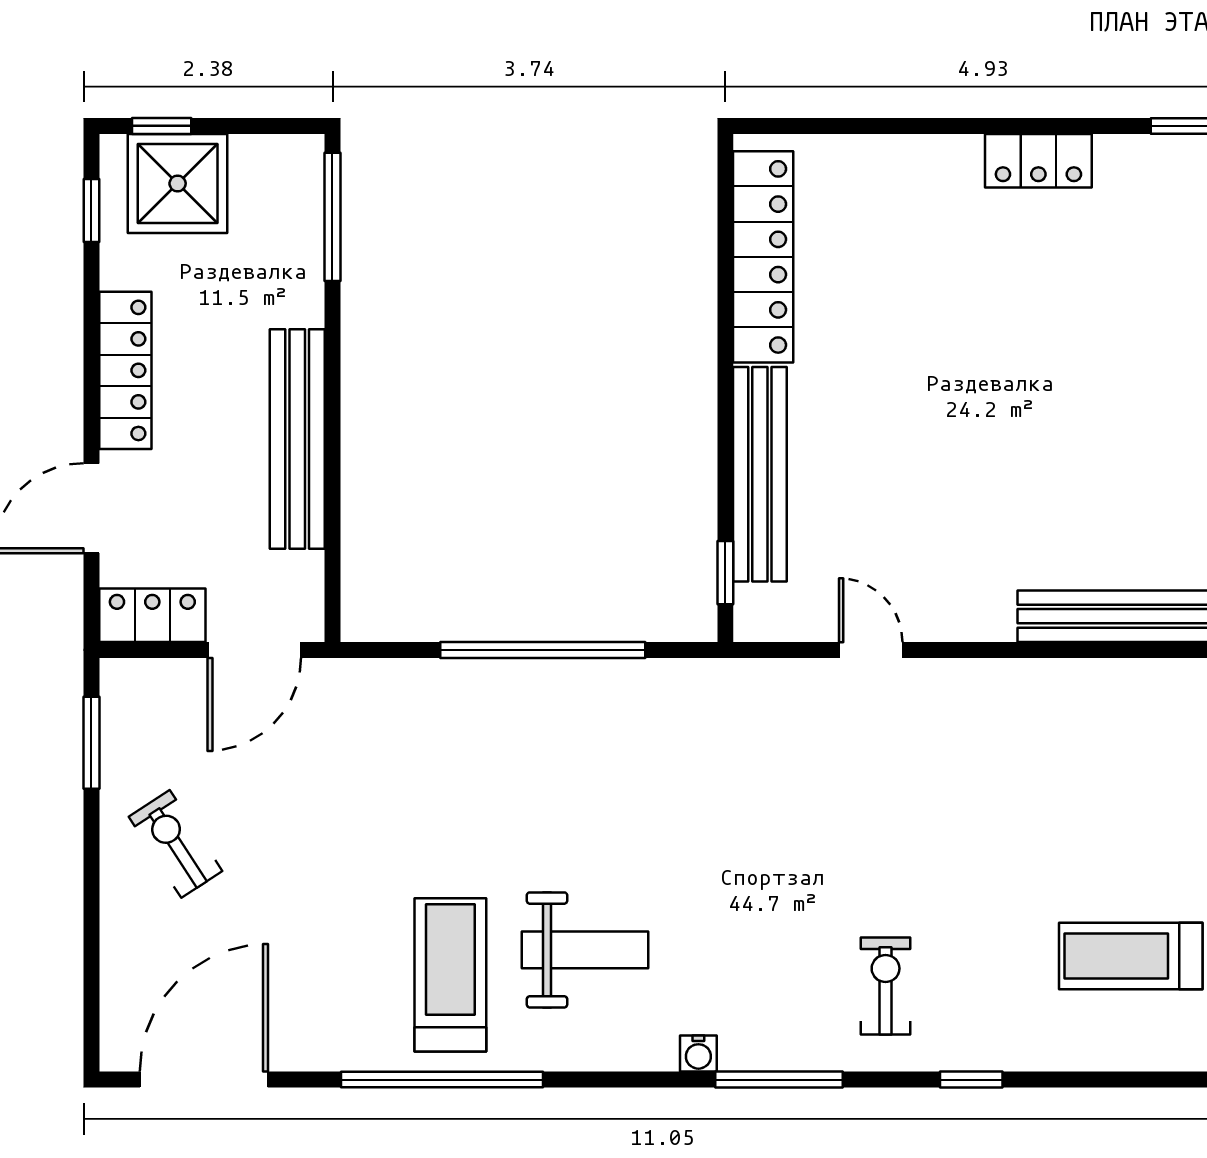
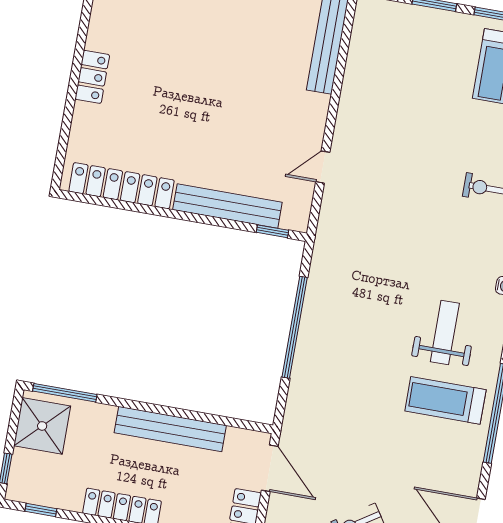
locker: (1038, 161) -> (92, 77), moved
shower: (178, 183) -> (42, 426), moved

